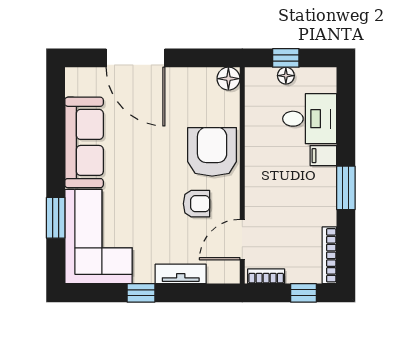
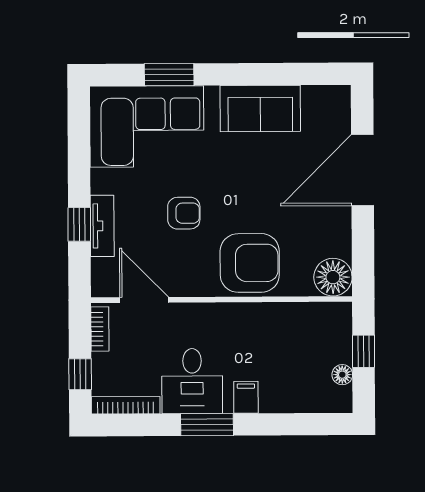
floor lamp: (286, 76) -> (342, 375), moved
floor lamp: (228, 79) -> (333, 277), width x1.38, depth x1.38
desk: (310, 119) -> (192, 381), moved
sofa: (84, 142) -> (260, 108), width x0.73
armchair: (197, 204) -> (184, 213), moved, turned -90
window: (141, 293) -> (79, 224), moved

